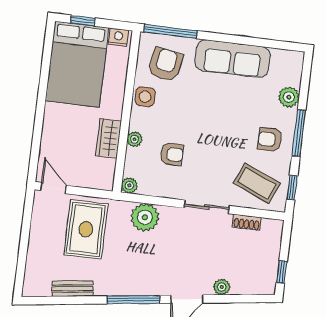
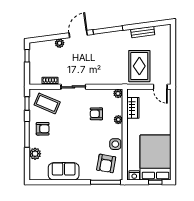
sofa: (233, 59) -> (64, 171), width x0.73
wardrobe: (108, 138) -> (133, 108), moved
plant: (145, 217) -> (107, 77), removed

